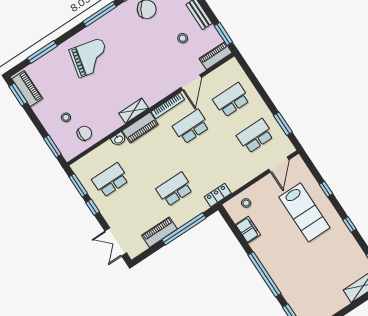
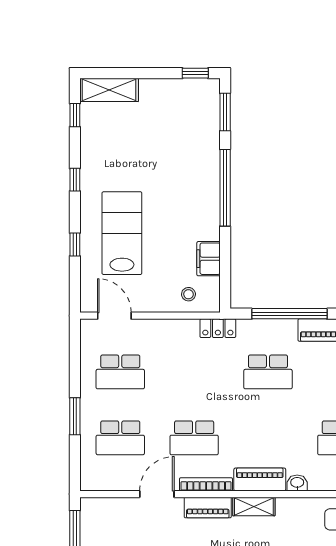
piano: (216, 56) -> (208, 508), moved
window: (283, 124) -> (75, 416), moved
door: (279, 164) -> (114, 316), hinge flipped

